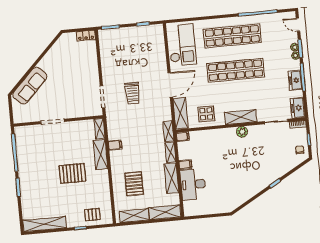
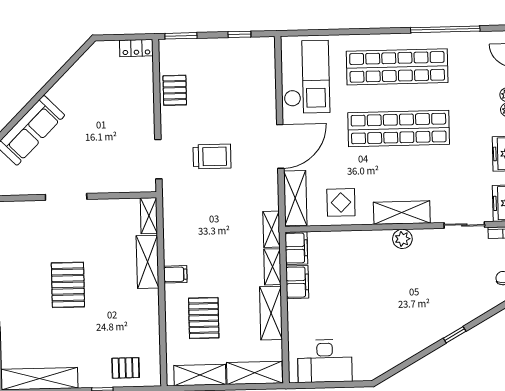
pallet: (109, 58) -> (175, 90), added
trolley: (132, 93) -> (212, 156), turned -90
filing cabinet: (183, 136) -> (296, 248), width x2.00
filing cabinet: (115, 145) -> (175, 274), moved
filing cabinet: (185, 165) -> (297, 282), width x2.00
pallet: (72, 173) -> (68, 285), moved, turned 90
desk: (193, 184) -> (325, 361), moved, turned -90

